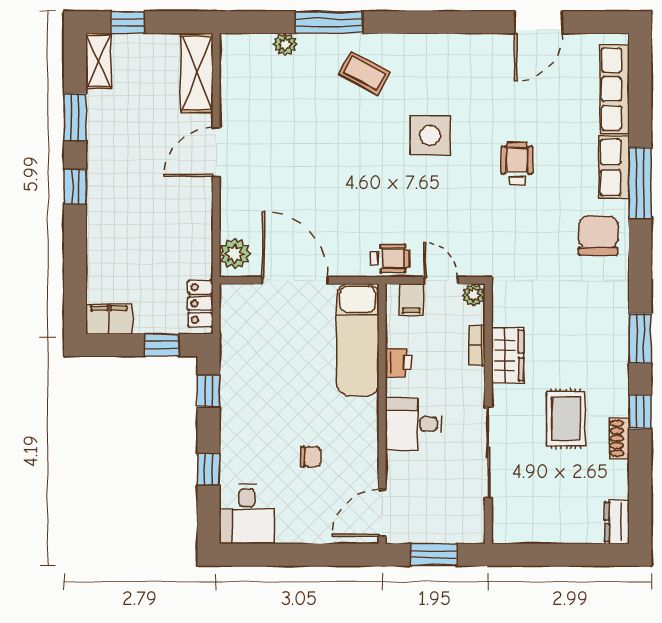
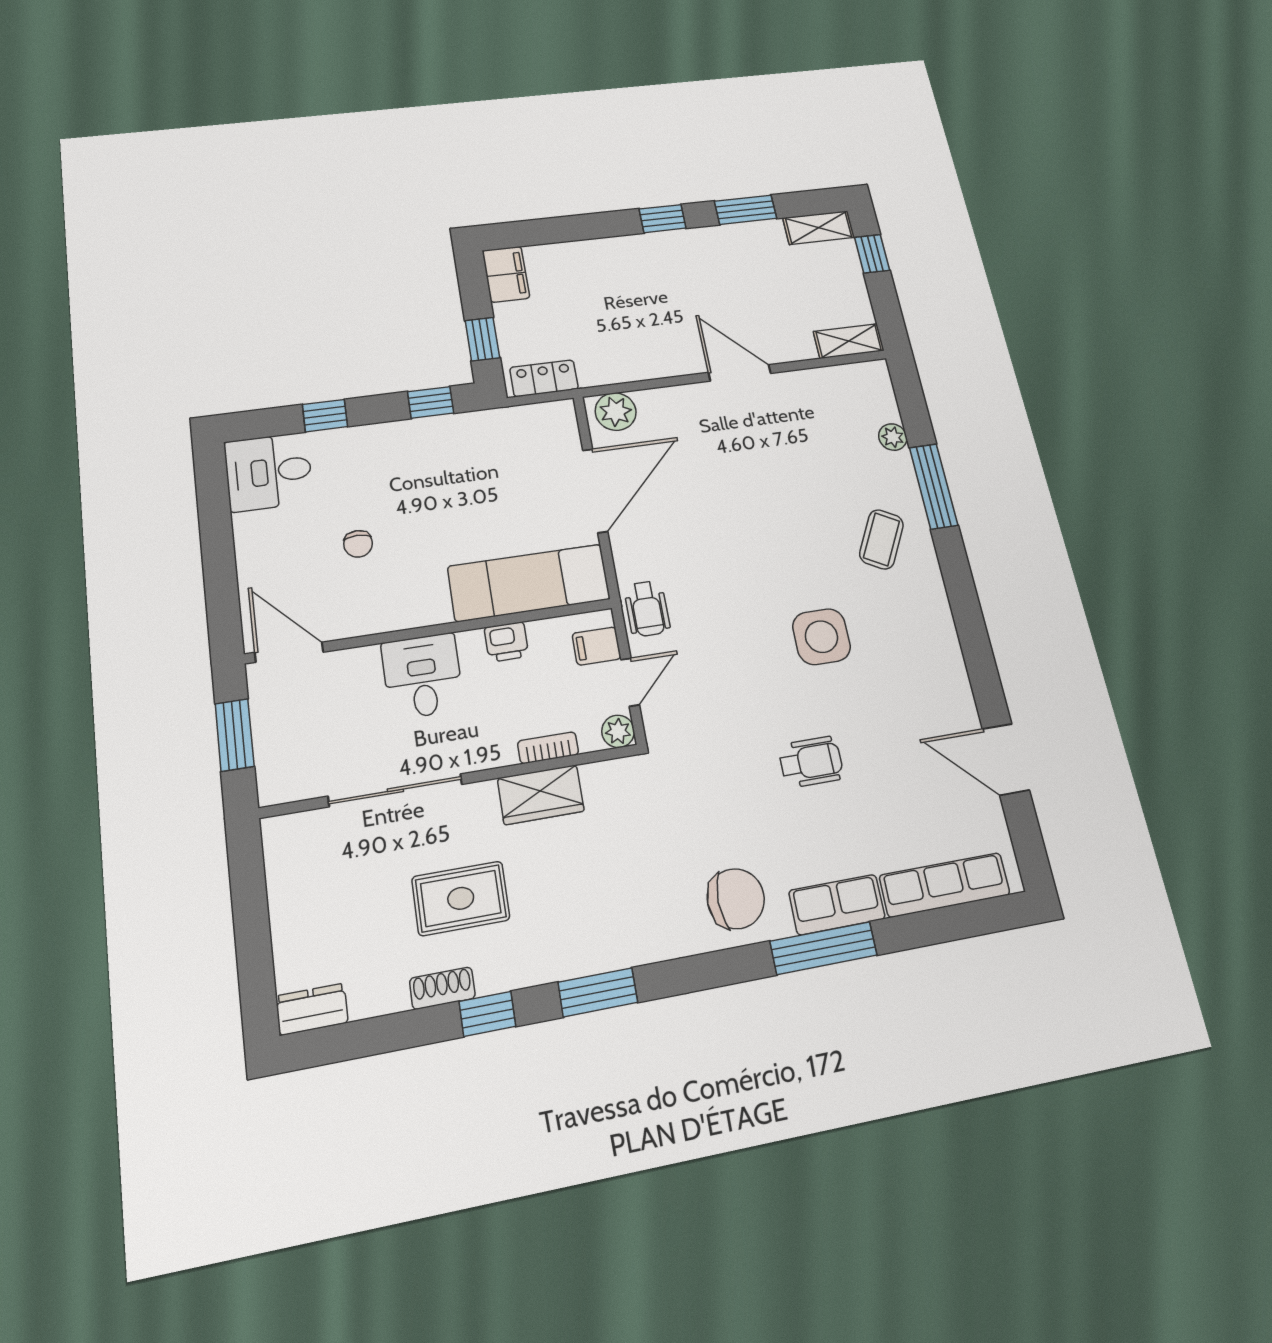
shelving: (197, 73) -> (849, 341), width x0.67, depth x0.75

